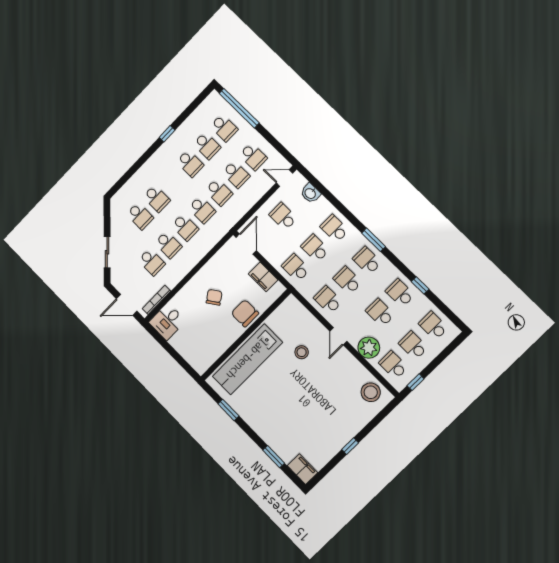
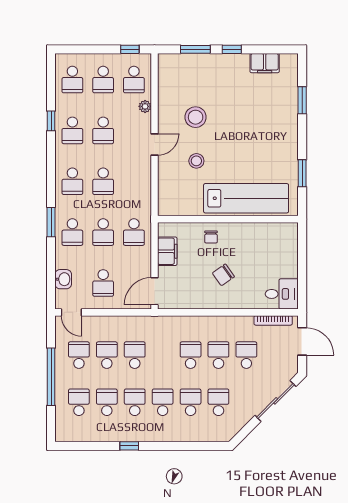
window: (239, 108) -> (51, 377), moved
school desk: (202, 210) -> (163, 402), moved
window: (374, 240) -> (51, 222), moved
sliding door: (107, 252) -> (275, 401), width x1.37
school desk: (328, 300) -> (134, 181), removed
chair: (245, 313) -> (211, 237), width x0.54, depth x0.54
plant: (369, 348) -> (145, 106), width x0.53, depth x0.53
stool: (371, 392) -> (196, 117), moved
window: (373, 423) -> (195, 49), added
filing cabinet: (303, 469) -> (265, 63), moved, turned -90

